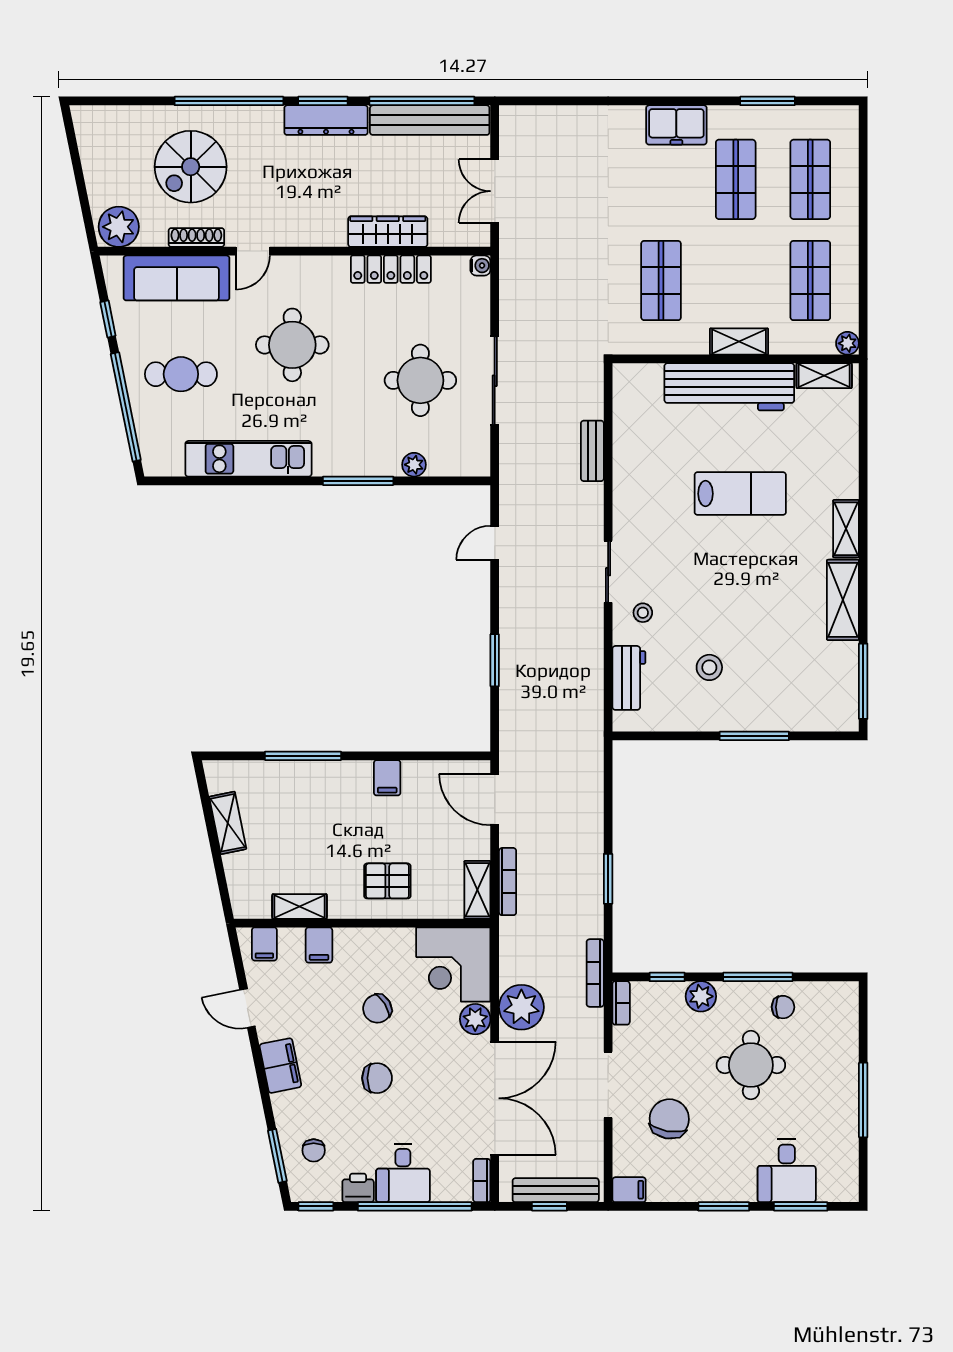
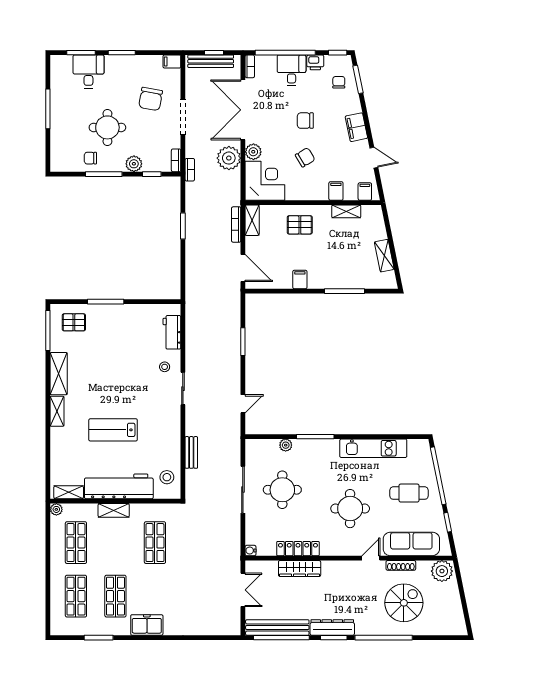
stool: (709, 667) -> (167, 477), moved
pallet: (814, 697) -> (74, 322), added
bookcase: (595, 973) -> (190, 170), width x0.64

